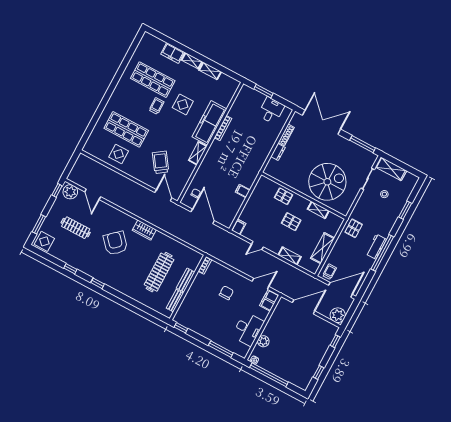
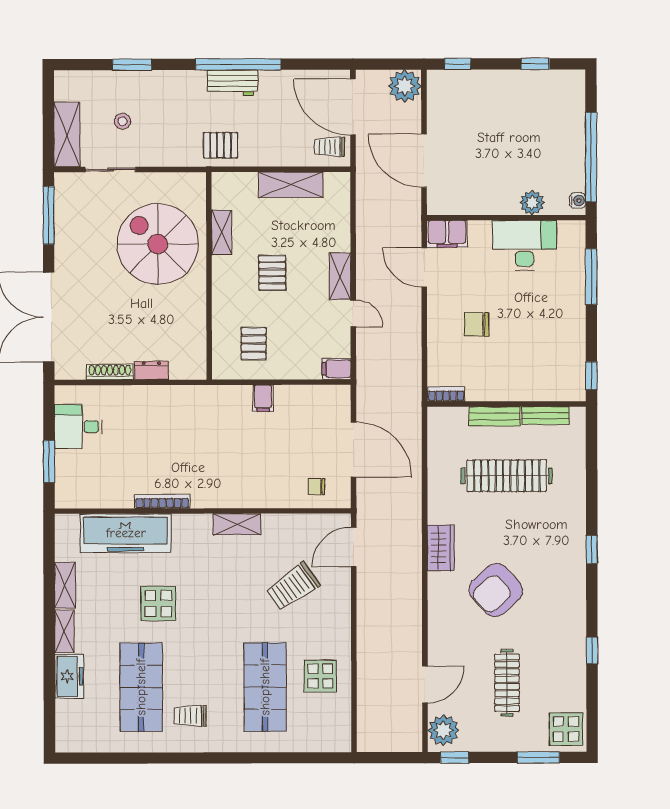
trolley: (157, 106) -> (190, 716), moved
freezer: (209, 123) -> (126, 533), moved
pallet: (283, 196) -> (254, 343), moved
door: (203, 216) -> (354, 449), swing flipped
shelving: (290, 256) -> (340, 276), moved
window: (98, 283) -> (592, 549), moved

